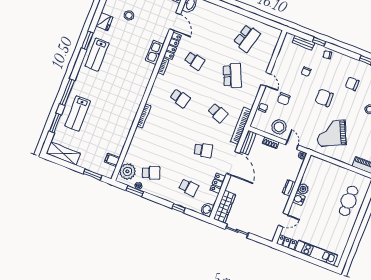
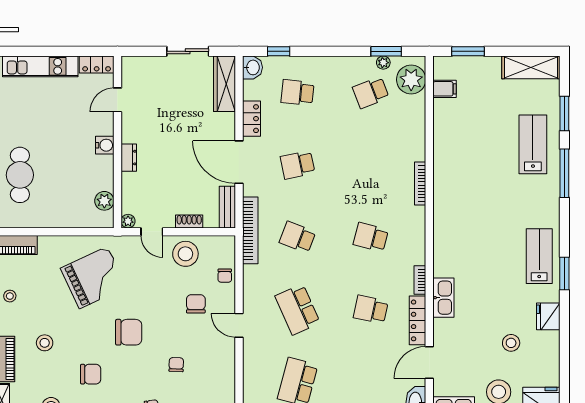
door: (175, 22) -> (429, 363), hinge flipped
plant: (303, 189) -> (104, 201), moved
window: (179, 208) -> (279, 51), moved

